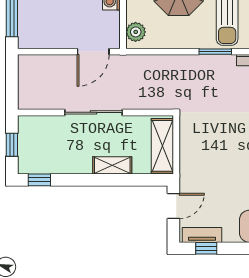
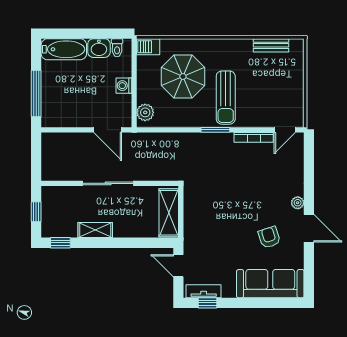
door: (93, 52) -> (108, 130), hinge flipped
shelving: (112, 165) -> (95, 230), moved
door: (173, 206) -> (178, 266), swing flipped

